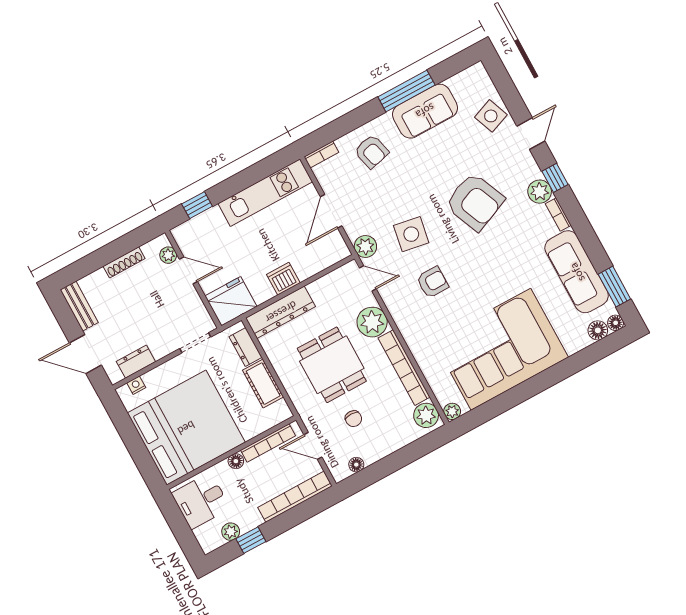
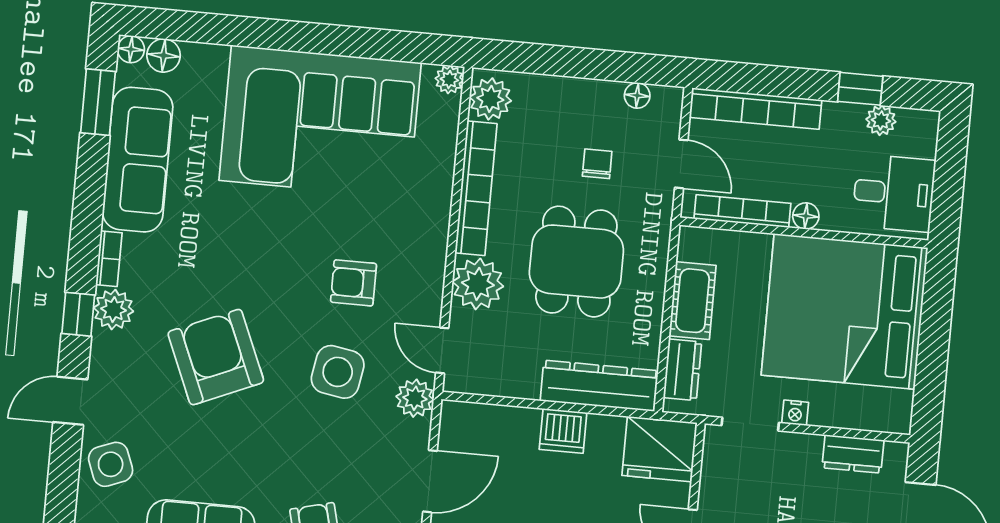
nightstand: (136, 385) -> (795, 413), moved

